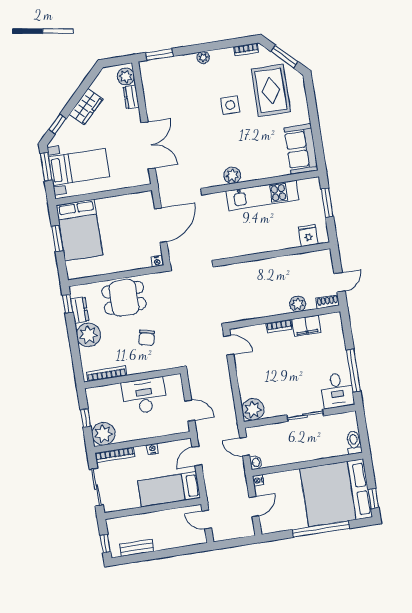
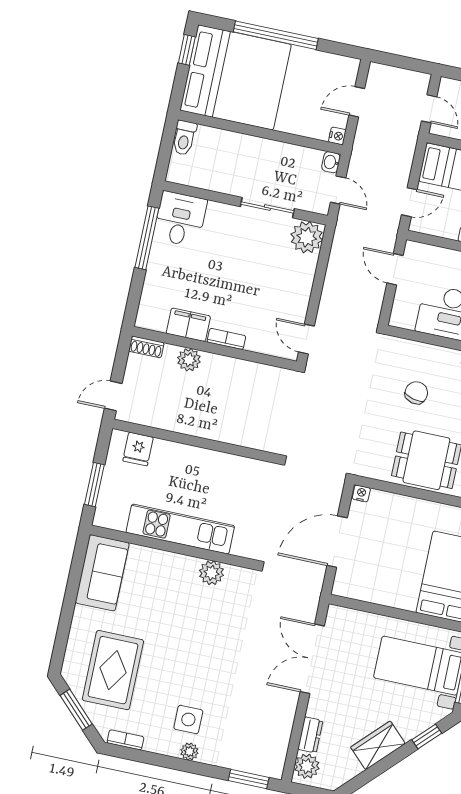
side table: (230, 105) -> (188, 719), moved
door: (340, 282) -> (113, 396), moved
sliding door: (305, 415) -> (267, 208), moved

